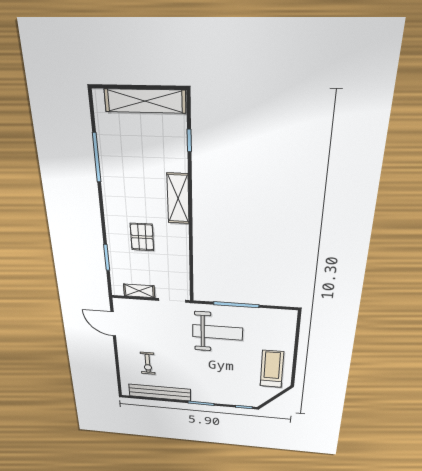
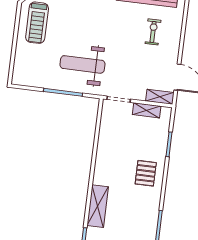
shelving: (178, 198) -> (98, 206), moved
pallet: (142, 237) -> (146, 173), moved
shelving: (128, 305) -> (160, 97), added

